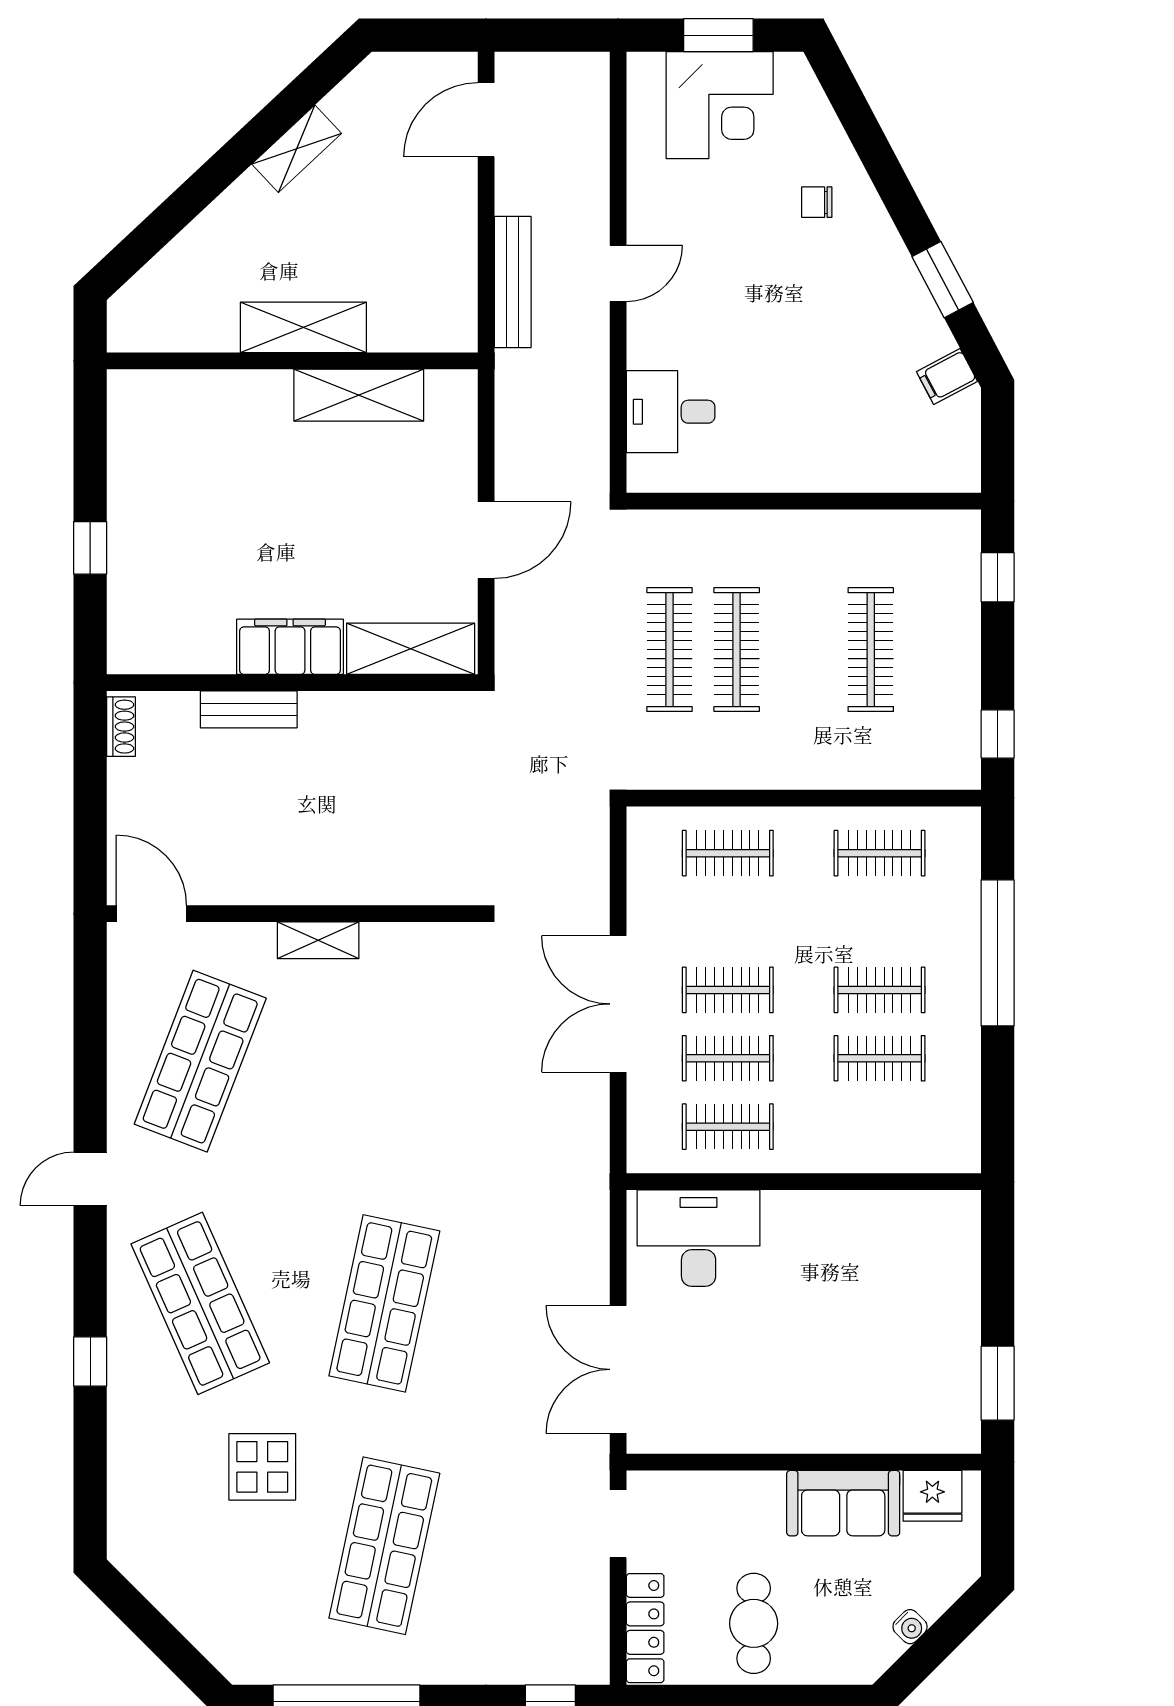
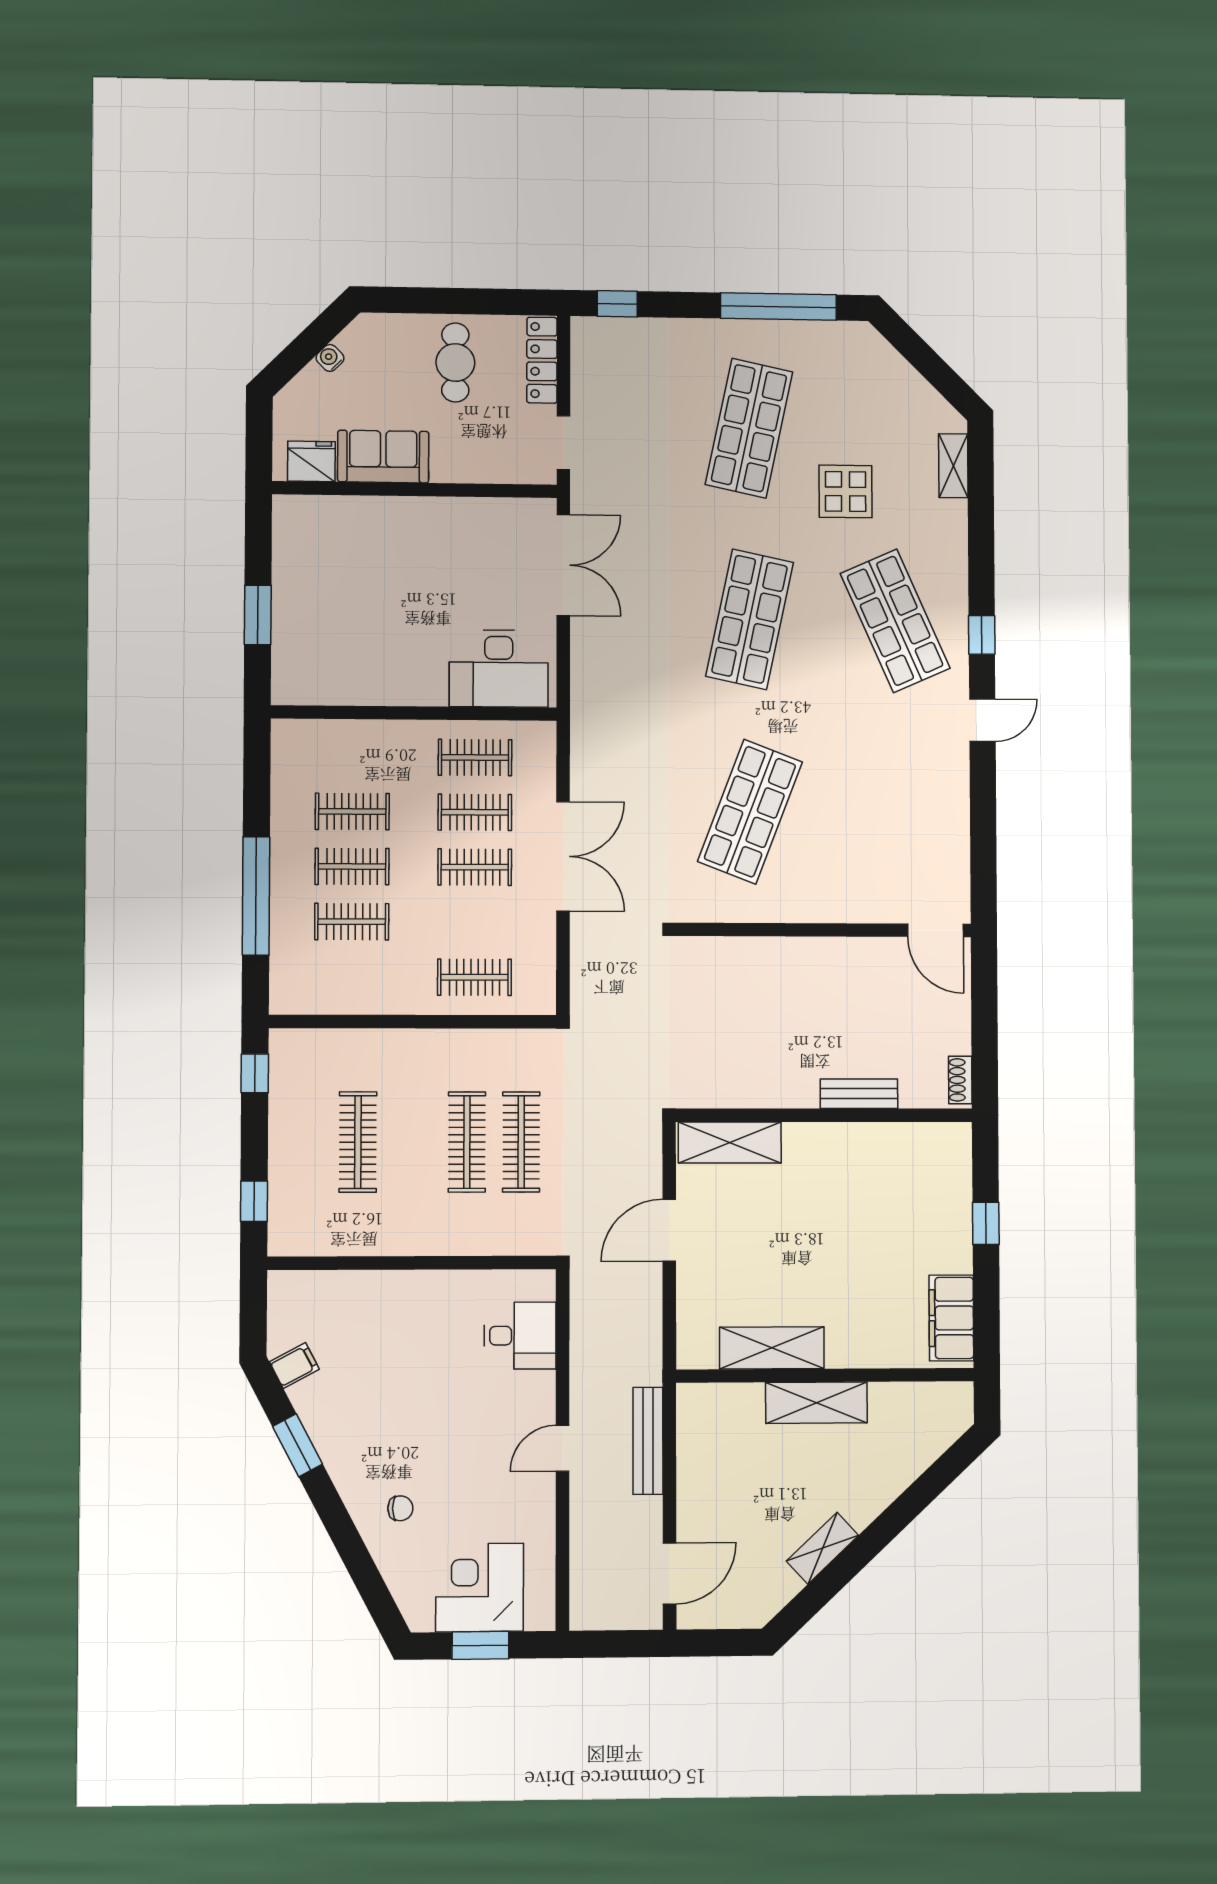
filing cabinet: (290, 647) -> (951, 1318), moved, turned 90
clothes rail: (880, 853) -> (352, 922), moved
shelving: (318, 940) -> (953, 466), moved, turned 90
shop shelf: (200, 1061) -> (750, 812), moved
window: (90, 1362) -> (982, 635), moved
window: (998, 1383) -> (258, 615), moved

